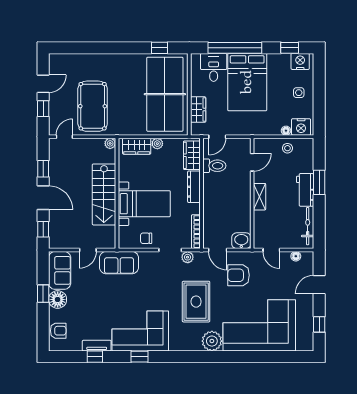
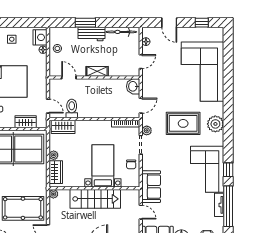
dresser: (194, 187) -> (89, 125), removed
armchair: (239, 275) -> (162, 89), removed
plant: (212, 341) -> (215, 124), moved
window: (95, 357) -> (228, 206), width x3.17

